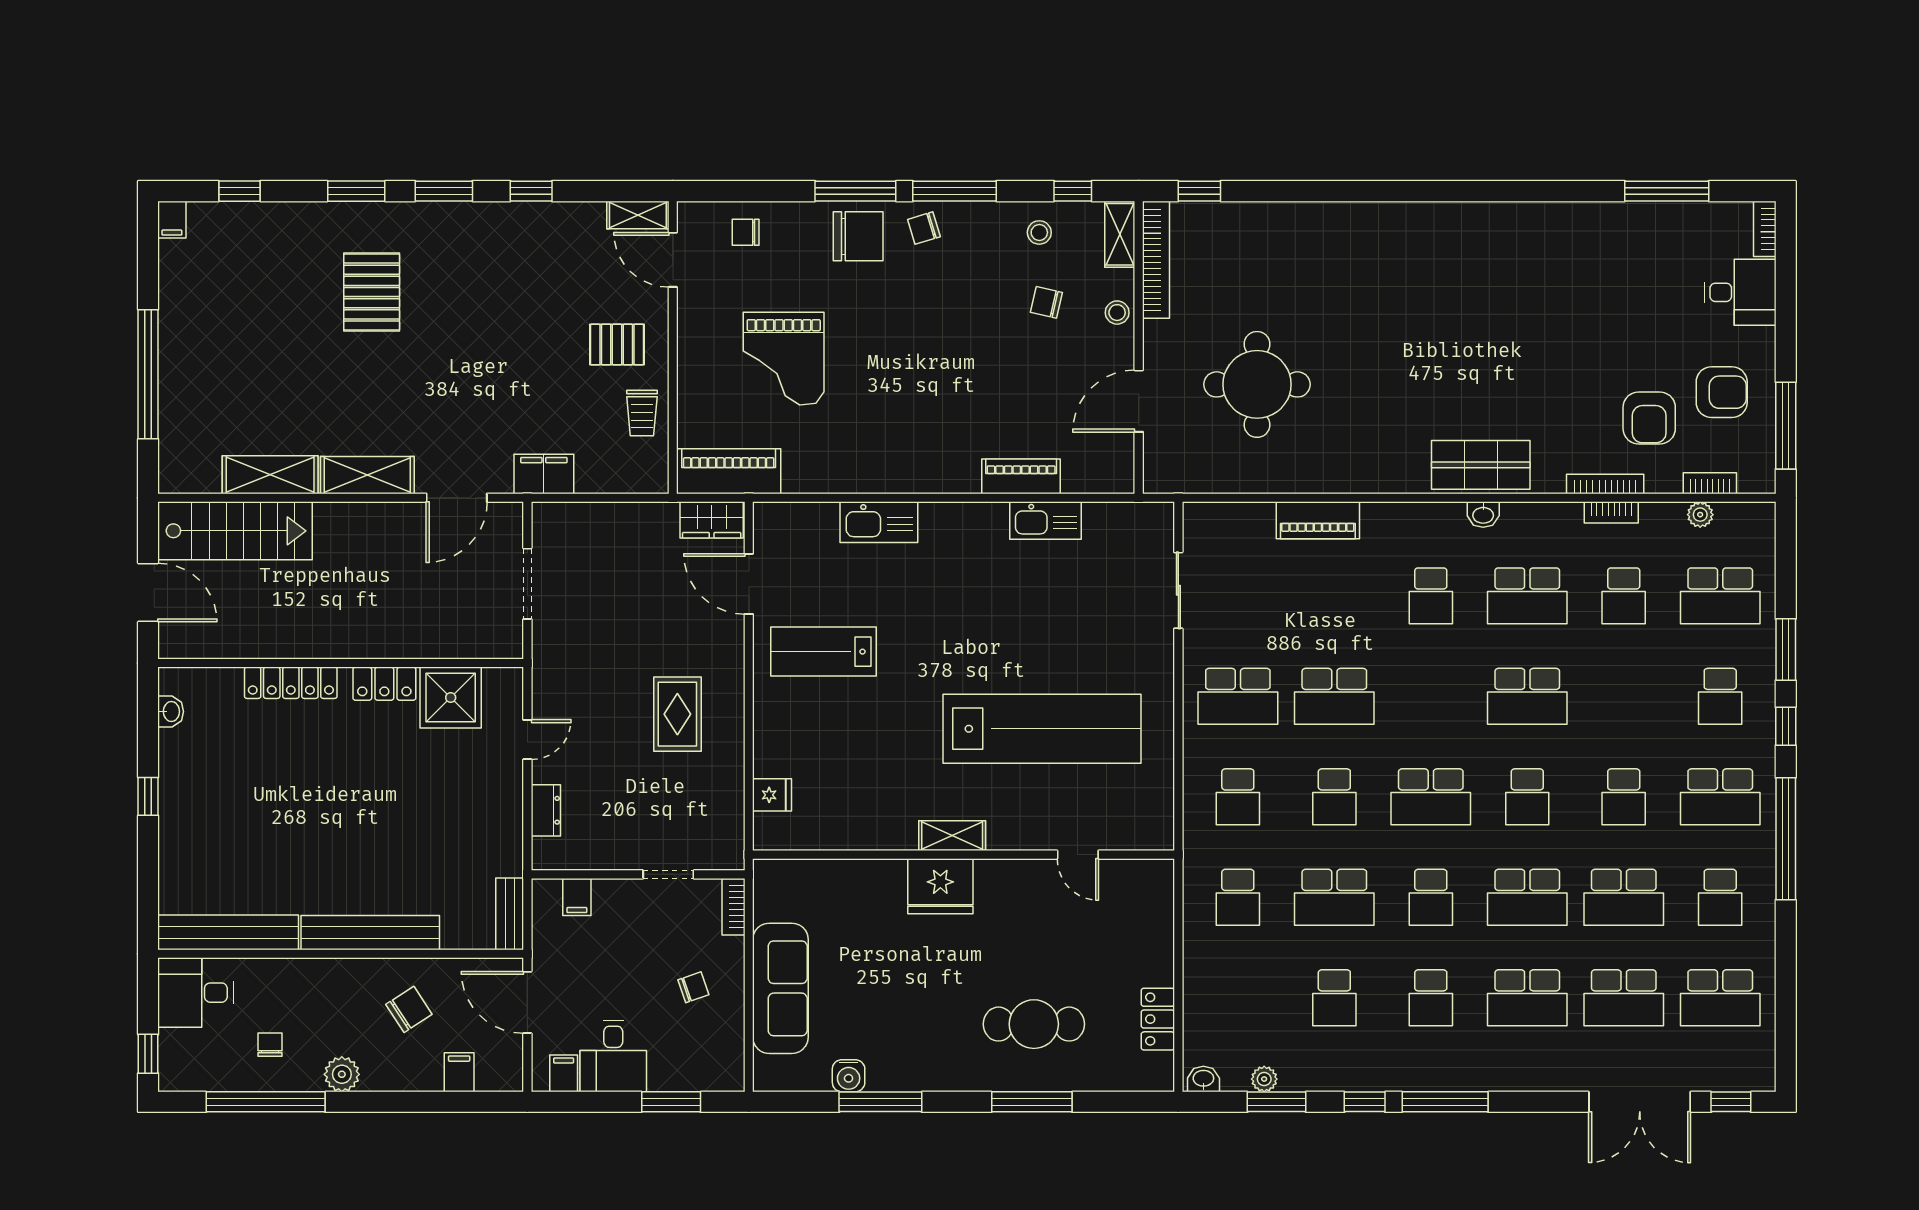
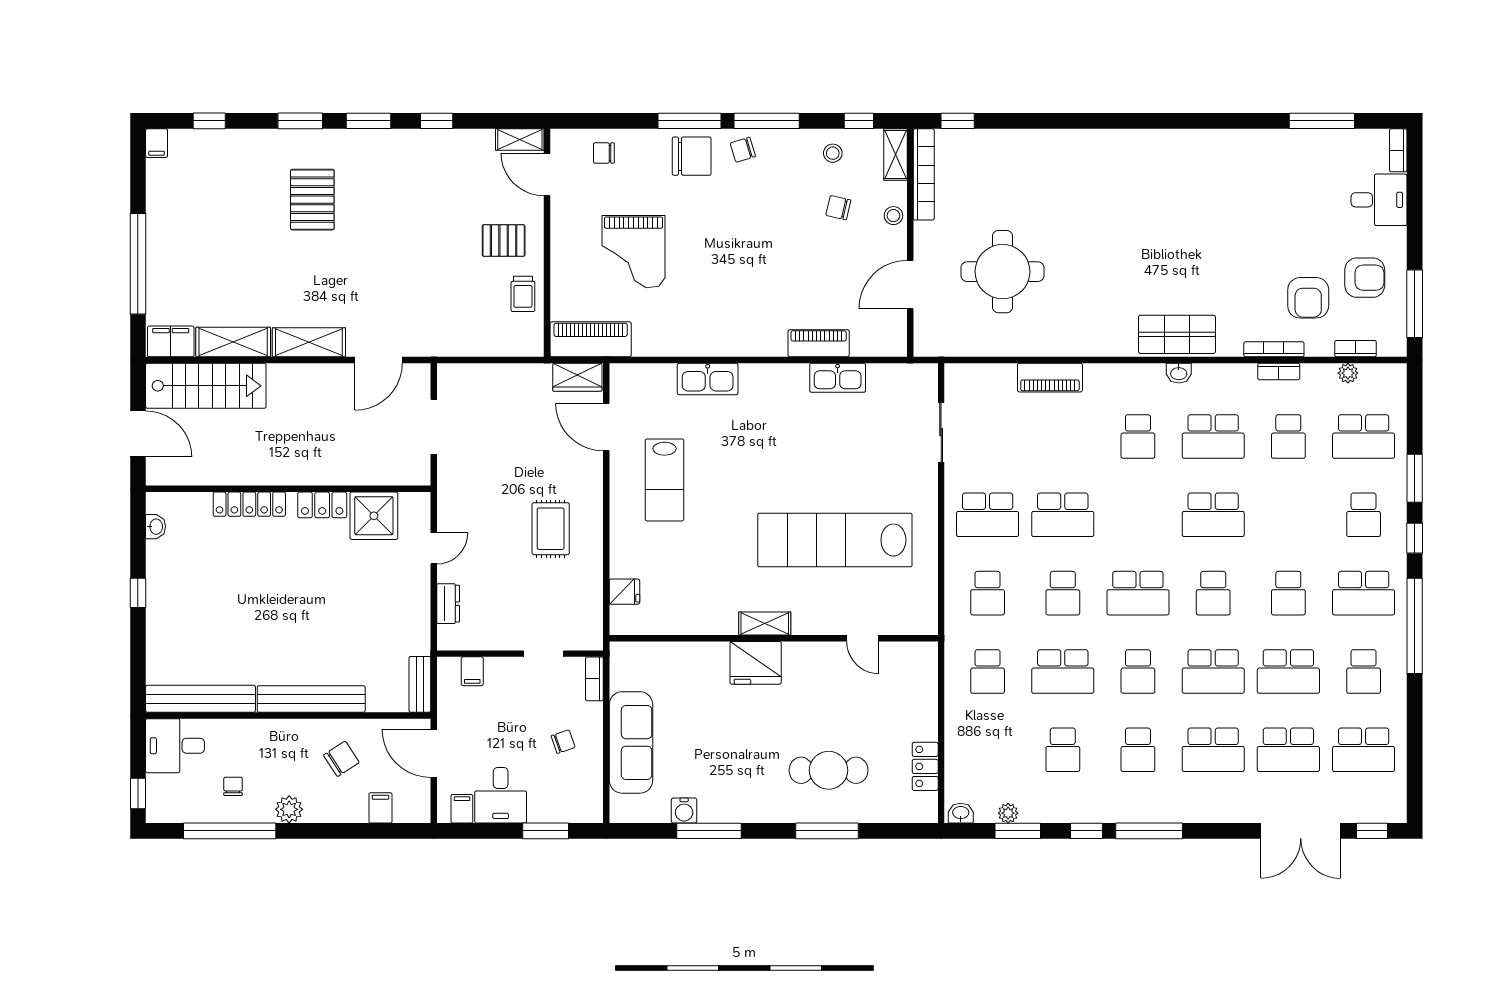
filing cabinet: (544, 474) -> (171, 341), moved
lab bench: (823, 652) -> (665, 480), turned -90
lab bench: (1042, 729) -> (835, 540), turned 180

